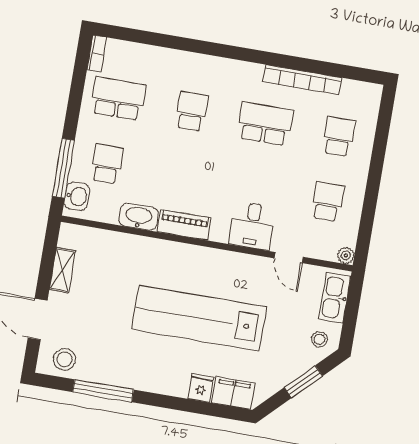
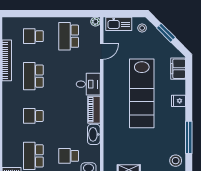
school desk: (327, 201) -> (69, 36), width x1.85
desk: (252, 226) -> (88, 84), moved
fridge: (201, 388) -> (178, 101), moved

